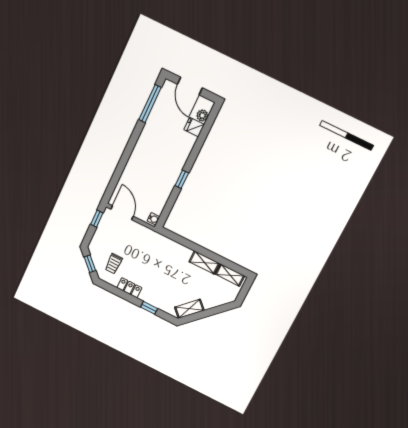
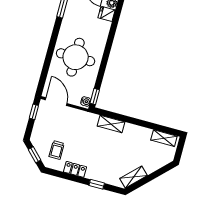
round table: (151, 169) -> (76, 57), added
window: (182, 179) -> (95, 96), moved
shelving: (204, 263) -> (111, 124), moved

